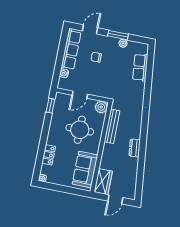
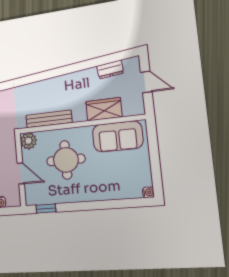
dresser: (135, 148) -> (110, 69), moved
locker: (49, 155) -> (113, 193), removed
wardrobe: (103, 182) -> (104, 109), moved

